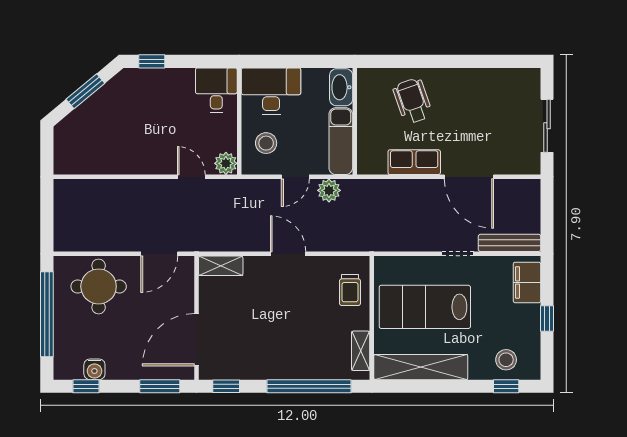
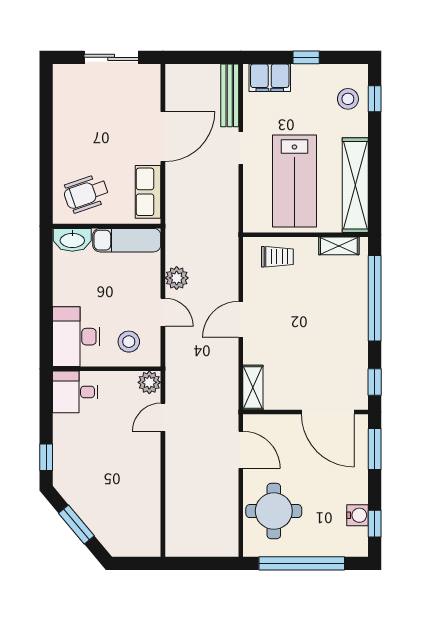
washbasin: (341, 87) -> (72, 240), moved
wall: (355, 121) -> (107, 226), moved
exam couch: (341, 141) -> (127, 240), moved

